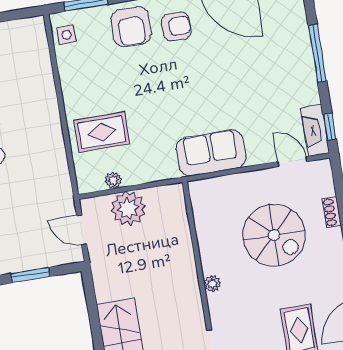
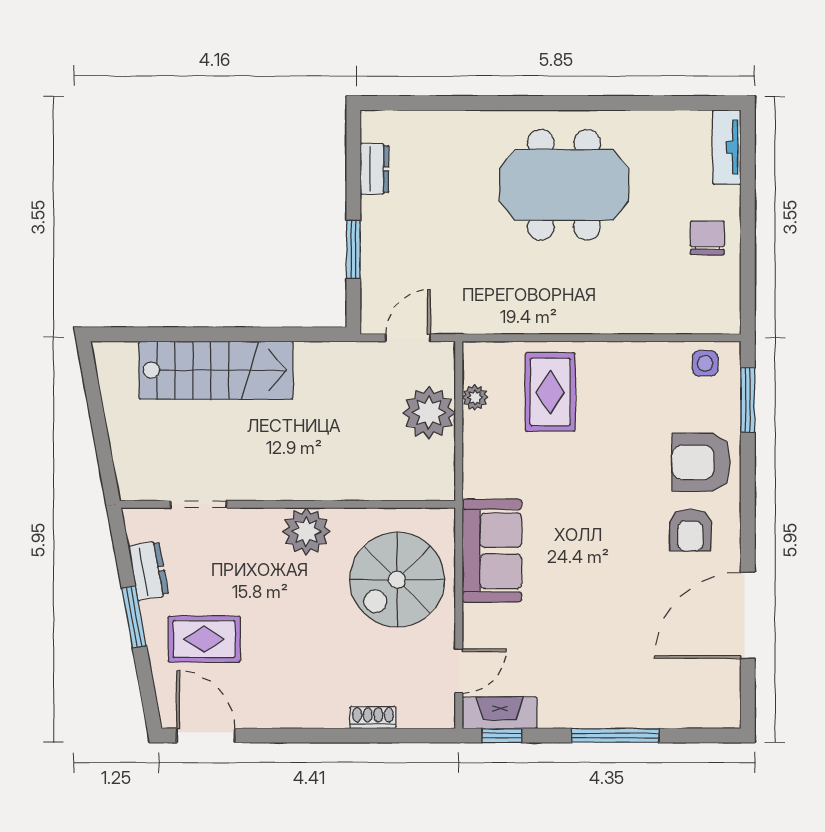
spiral stairs: (274, 235) -> (397, 580), moved
plant: (212, 284) -> (306, 531), width x1.87, depth x1.87

